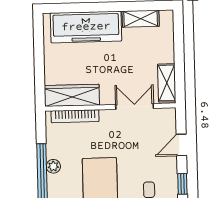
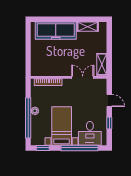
wardrobe: (72, 95) -> (47, 70), removed
door: (181, 145) -> (109, 100), swing flipped

